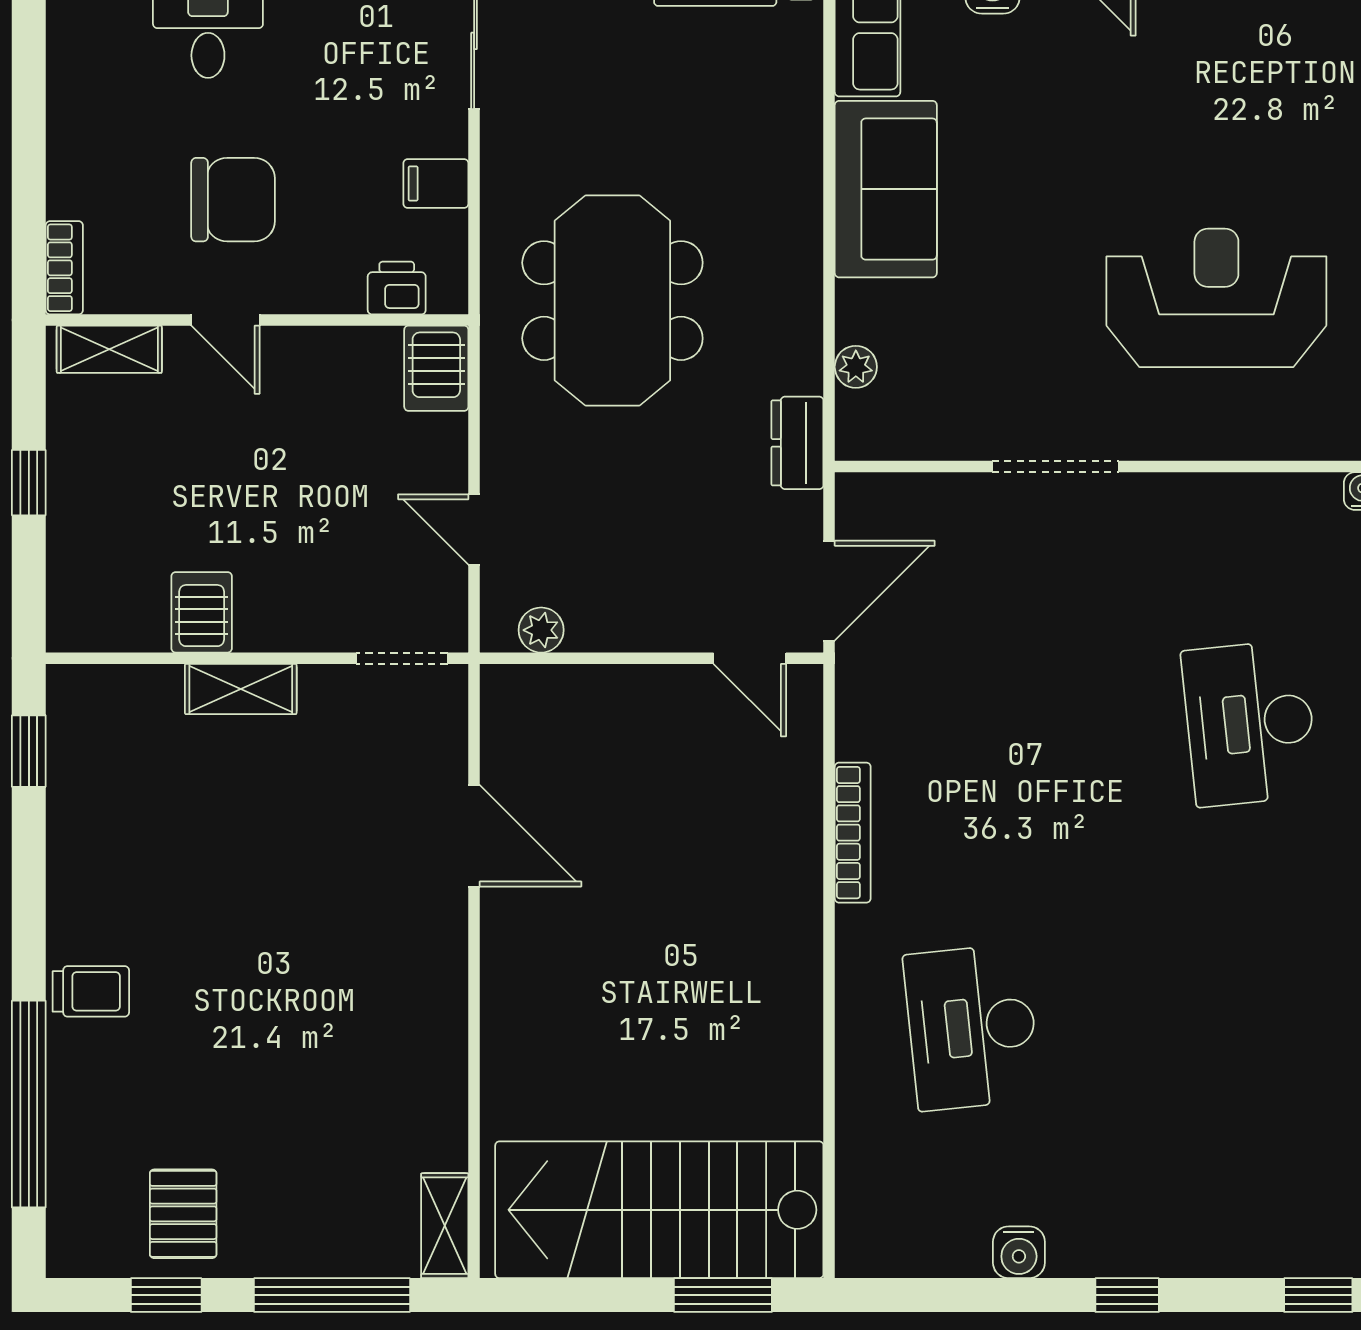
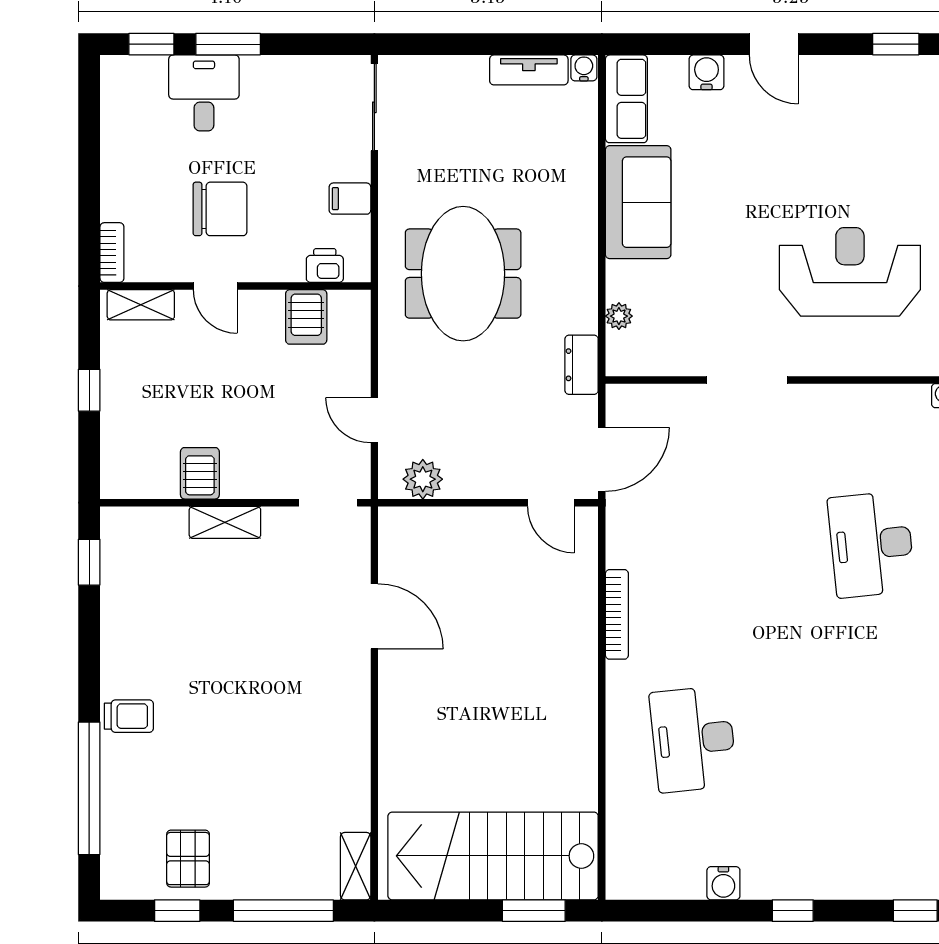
server rack: (436, 368) -> (306, 317), moved
plant: (541, 630) -> (423, 479), width x1.38, depth x1.38

